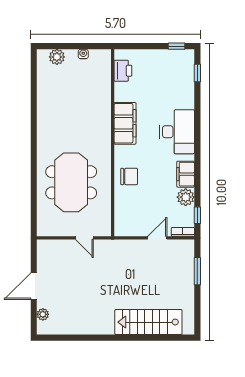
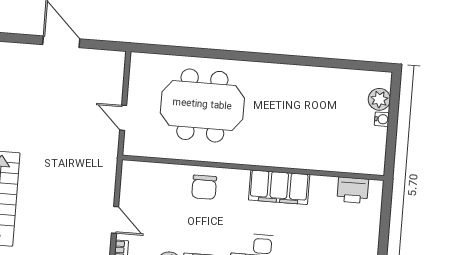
water cooler: (83, 54) -> (382, 119), moved
door: (84, 238) -> (123, 118), hinge flipped
plant: (43, 314) -> (21, 51), removed

